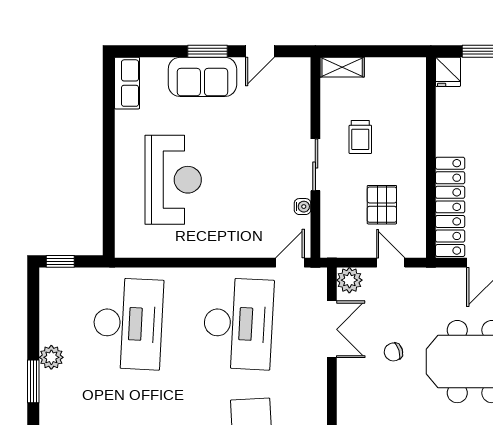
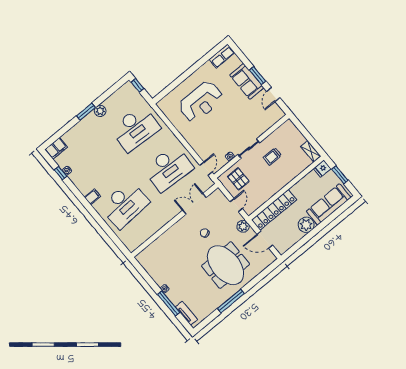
door: (260, 51) -> (273, 94), hinge flipped
shelving: (342, 67) -> (311, 151), moved
pallet: (382, 205) -> (238, 179), moved, turned 90
door: (290, 263) -> (206, 169), hinge flipped
plant: (349, 280) -> (243, 226), moved
double door: (332, 329) -> (194, 204), swing flipped

